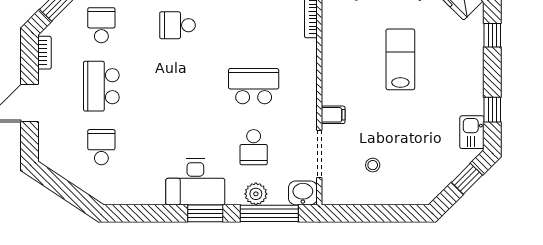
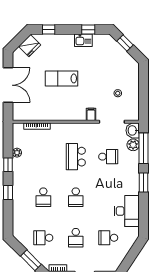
school desk: (101, 86) -> (76, 238), width x0.54
school desk: (177, 86) -> (76, 197), added
kitchen sink: (472, 132) -> (83, 40), moved
desk: (195, 182) -> (127, 211), moved
plant: (256, 194) -> (133, 145), moved

